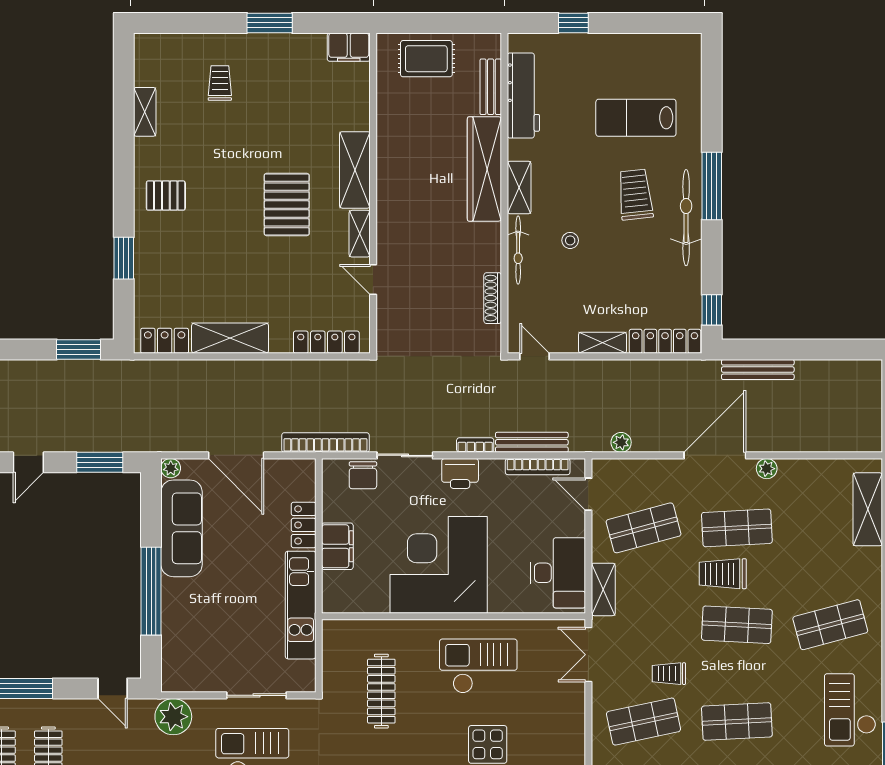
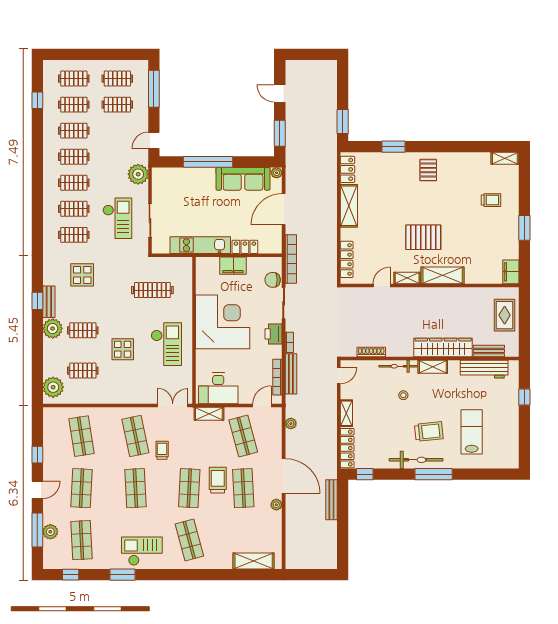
shelving: (145, 112) -> (505, 158), moved

